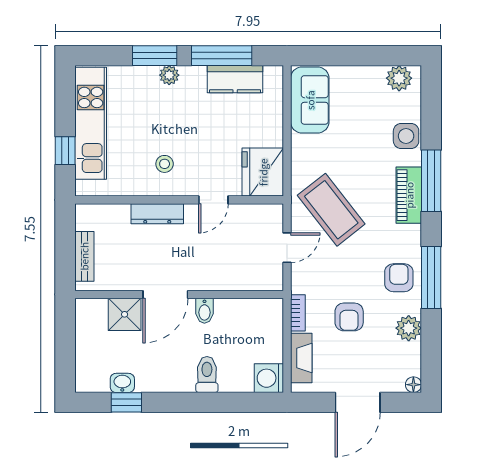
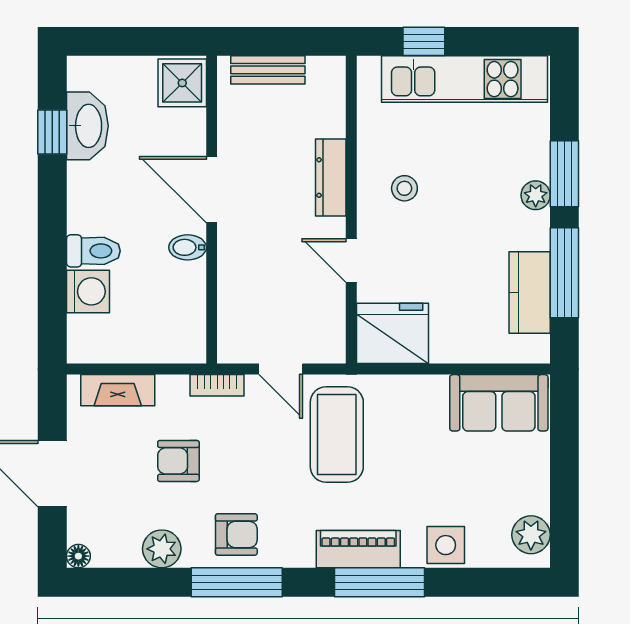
coffee table: (331, 210) -> (337, 434), turned -52
bookcase: (298, 313) -> (217, 385), moved
shower: (125, 314) -> (182, 83), moved
washing machine: (269, 378) -> (88, 291), moved, turned 90
washbasin: (122, 383) -> (87, 126), width x1.91, depth x1.45

